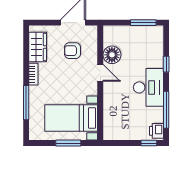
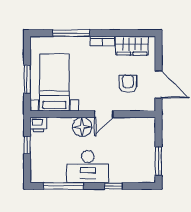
floor lamp: (112, 55) -> (82, 127), moved
printer: (156, 131) -> (38, 125), moved, turned 180
window: (149, 143) -> (27, 145), moved

